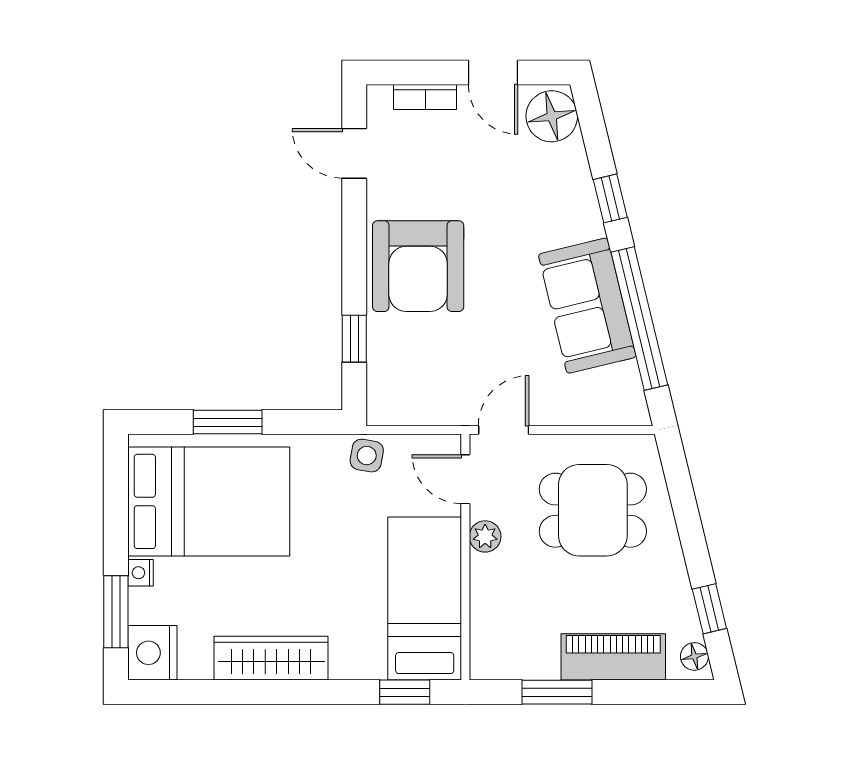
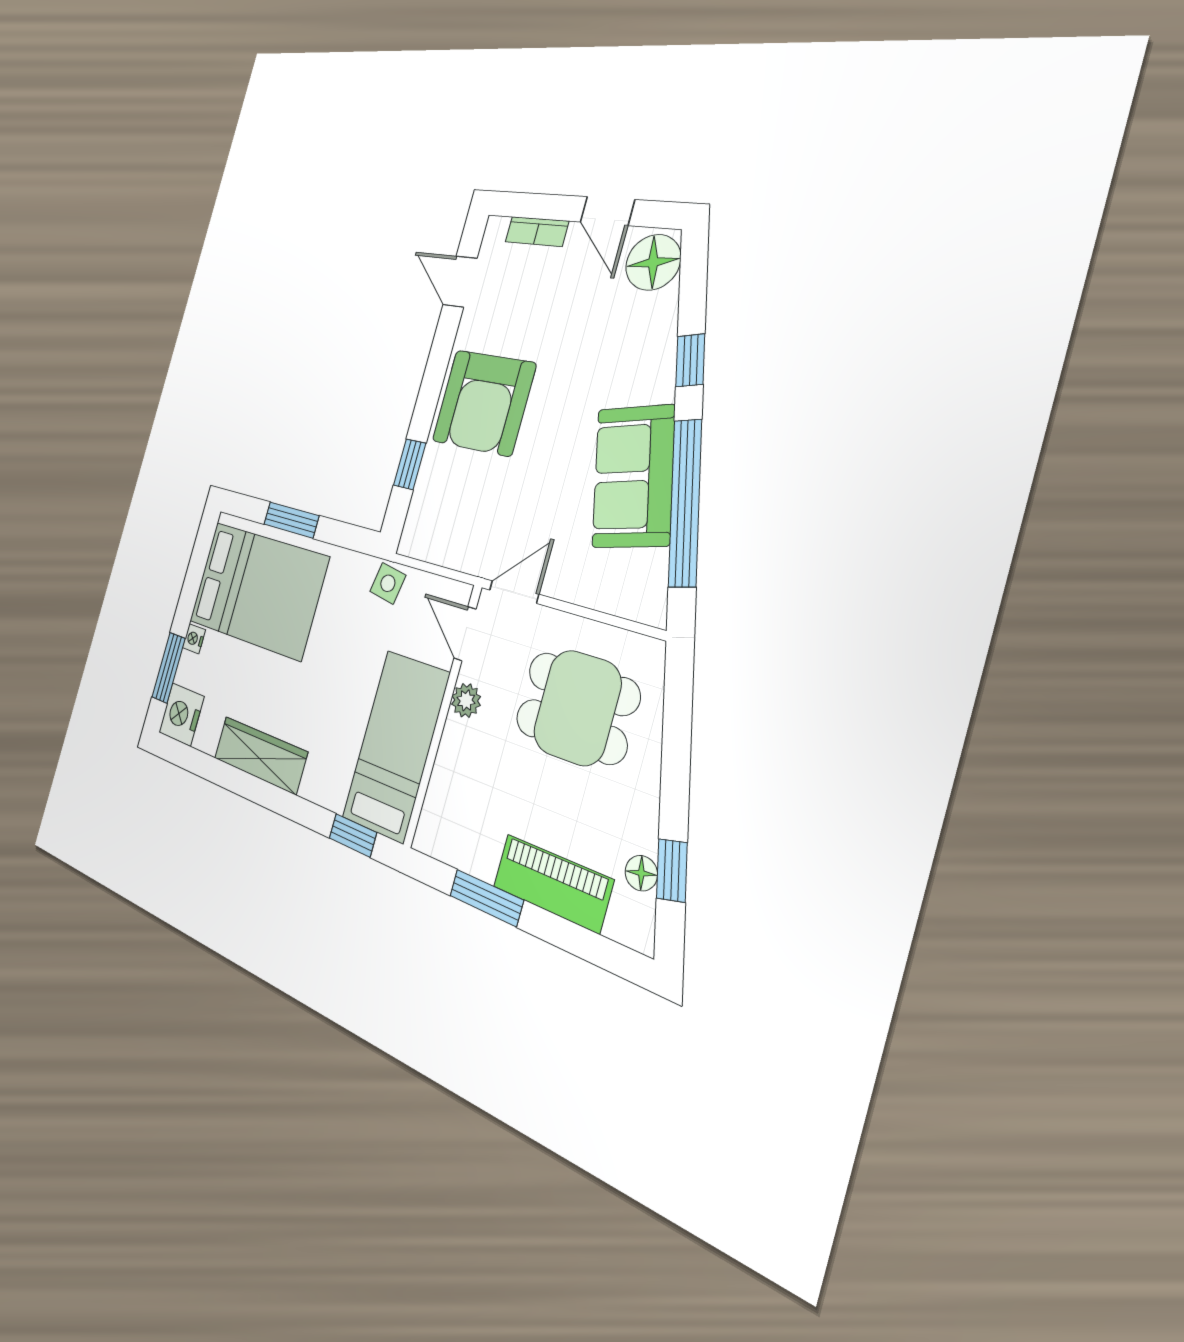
floor lamp: (694, 656) -> (641, 873), moved

